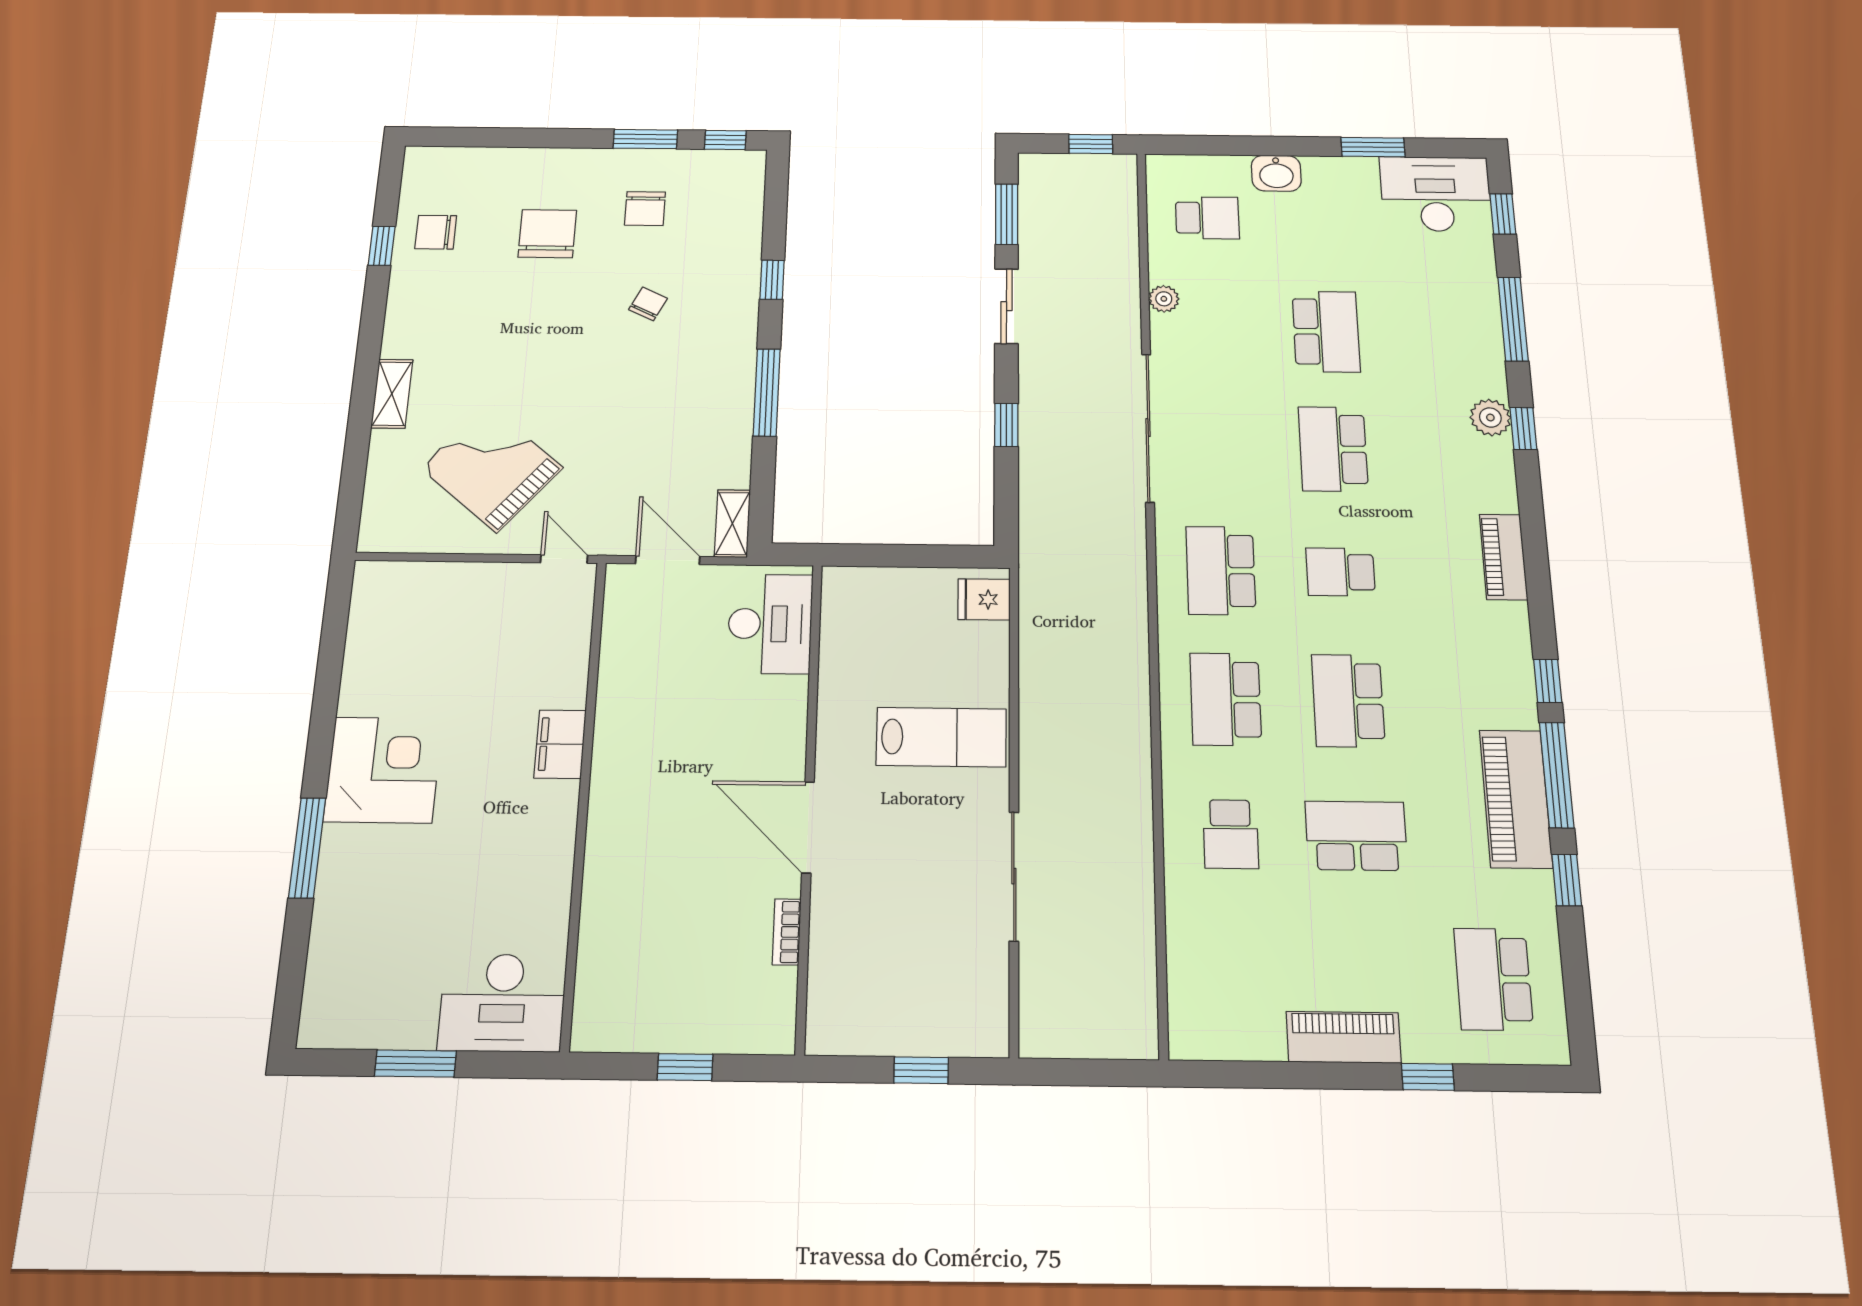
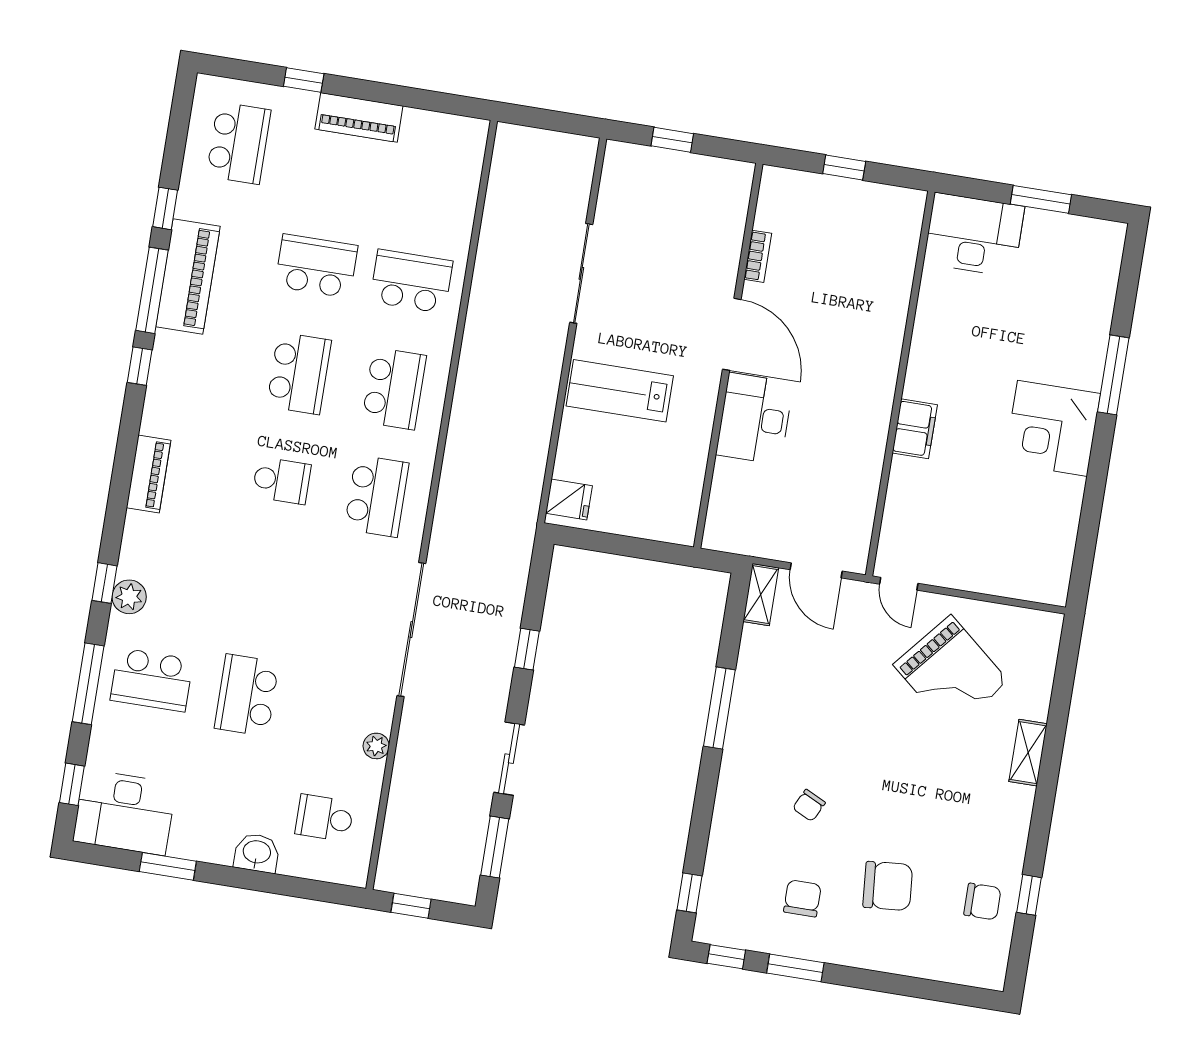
chair: (547, 234) -> (888, 886), turned -95
window: (772, 280) -> (689, 893), moved
school desk: (1333, 449) -> (152, 680), moved, turned 90
desk: (770, 624) -> (755, 419), moved
school desk: (1231, 834) -> (411, 281), width x1.85
school desk: (1356, 836) -> (316, 266), turned 180

